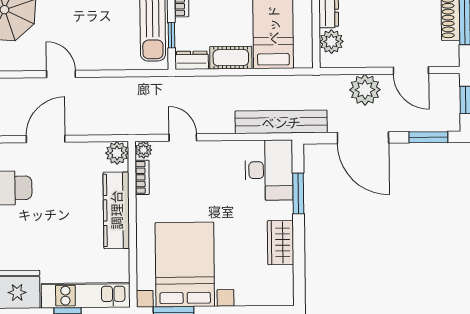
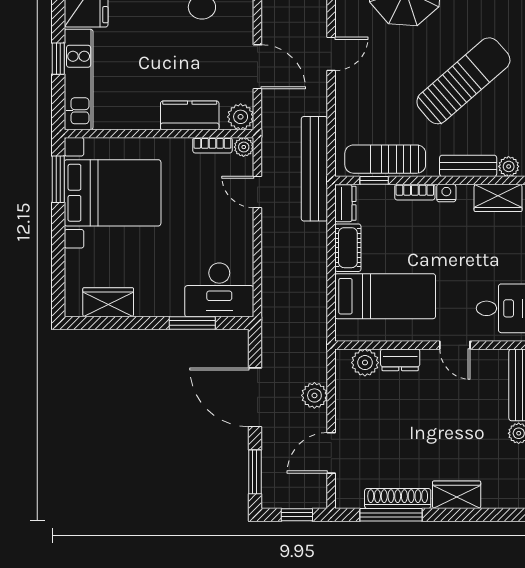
plant: (365, 90) -> (314, 395), width x0.73, depth x0.73
bench: (281, 122) -> (314, 169), moved
door: (183, 138) -> (257, 192), swing flipped
door: (363, 138) -> (255, 397), hinge flipped
door: (46, 139) -> (257, 67), moved
kitchen counter: (116, 210) -> (190, 115), width x0.67
wardrobe: (281, 243) -> (108, 302), moved

